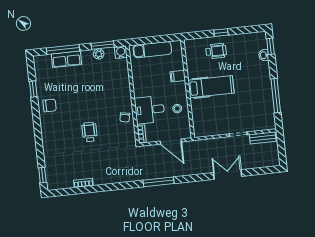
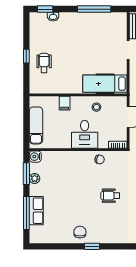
hospital bed: (211, 87) -> (105, 84), moved, turned -90
window: (33, 89) -> (92, 246), moved
desk: (150, 110) -> (85, 134), moved

